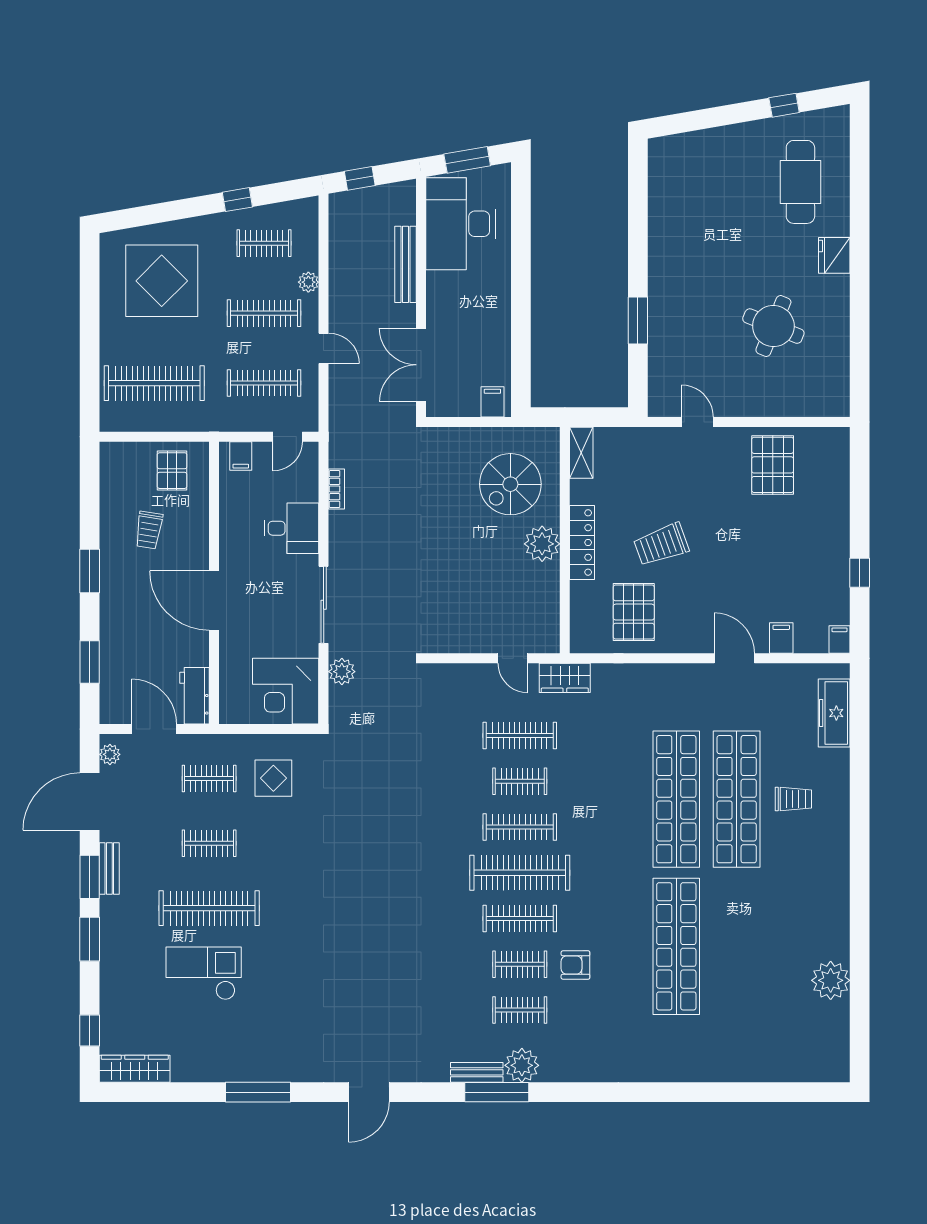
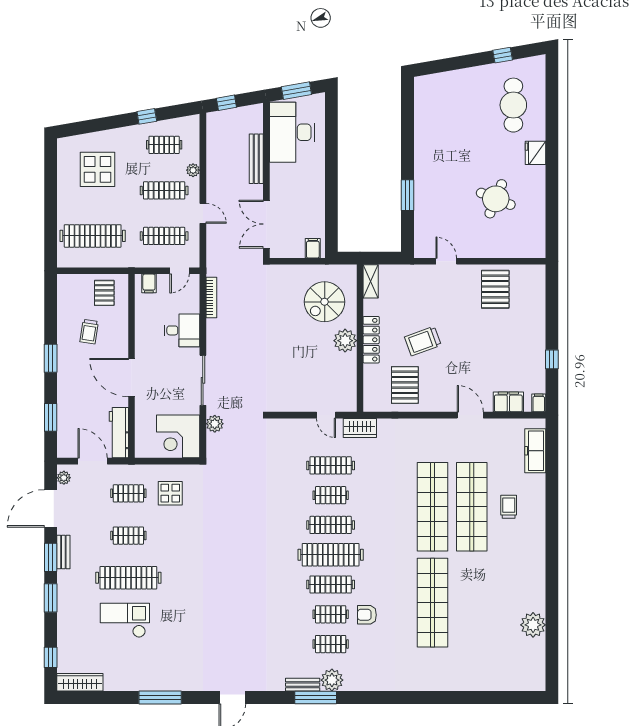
display table: (162, 281) -> (98, 169), width x0.73, depth x0.73
bookcase: (336, 489) -> (211, 298), width x1.56
filing cabinet: (781, 638) -> (508, 402), width x2.00
workbench: (194, 696) -> (119, 433), width x1.38
trolley: (793, 799) -> (509, 507), turned -90

